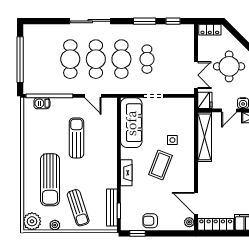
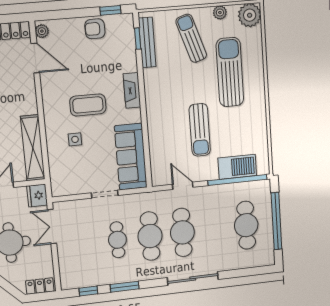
cafe table: (70, 59) -> (246, 225), moved
barbecue: (42, 103) -> (237, 167), width x1.88, depth x1.53
coffee table: (160, 165) -> (88, 105), turned 69
armchair: (150, 221) -> (95, 29), turned 180

